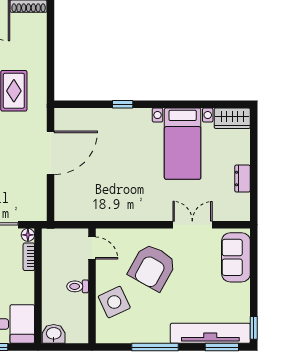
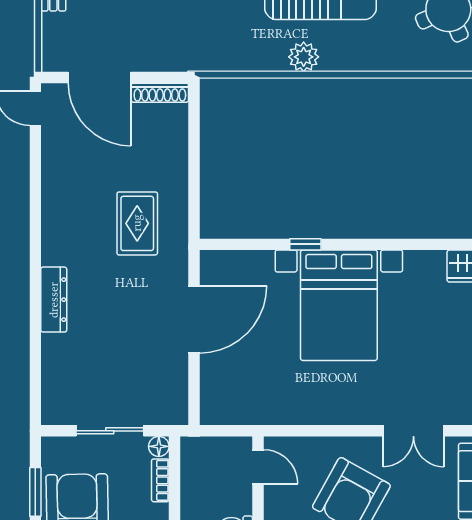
bed with nightstands: (183, 144) -> (339, 305), moved, width x1.36
double door: (192, 225) -> (413, 431), swing flipped

